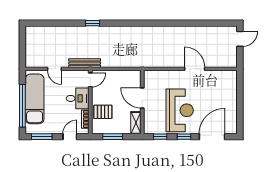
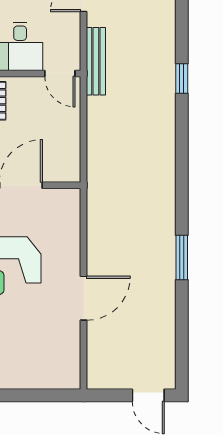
window: (176, 23) -> (182, 258), added

